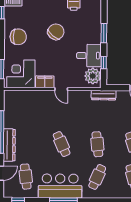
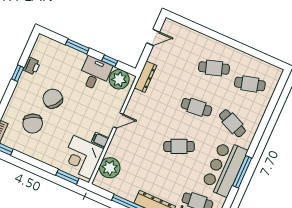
chair: (18, 37) -> (33, 124), moved, turned 152
filing cabinet: (45, 82) -> (100, 140), width x0.50
plant: (22, 98) -> (110, 168), added

